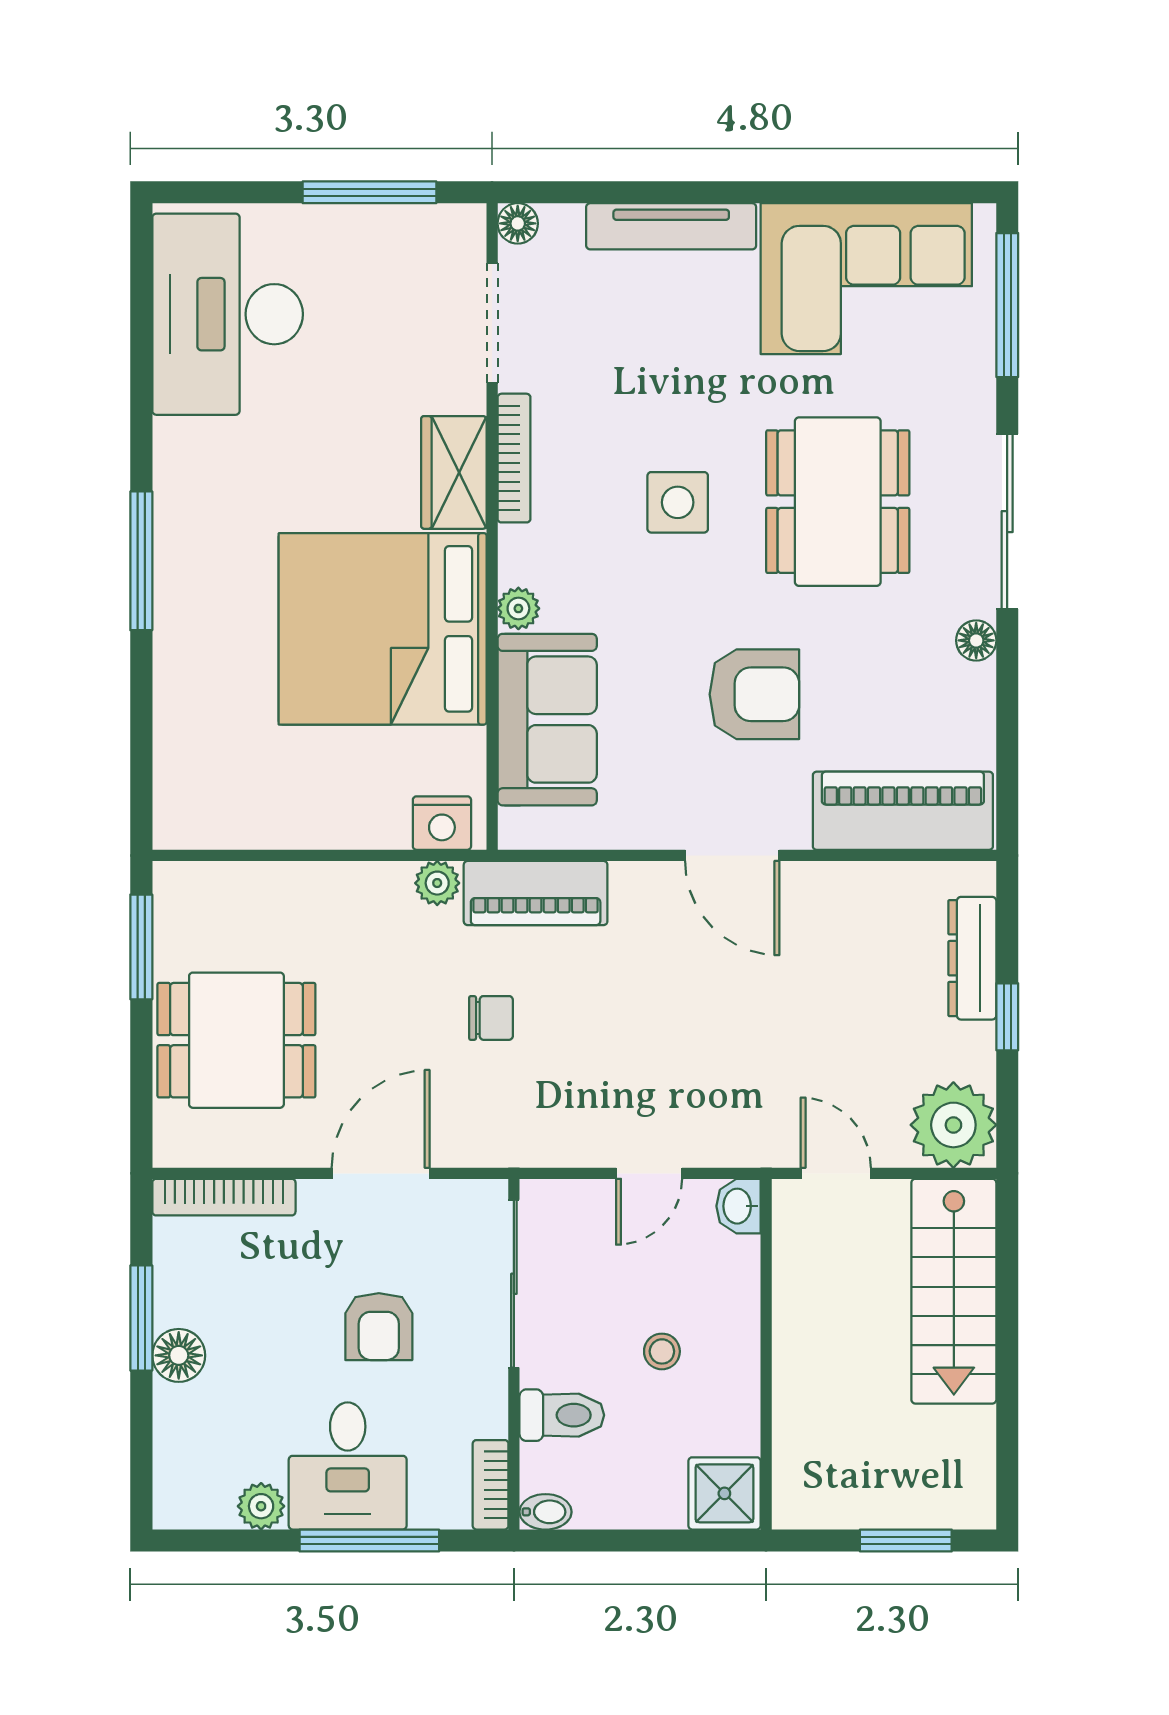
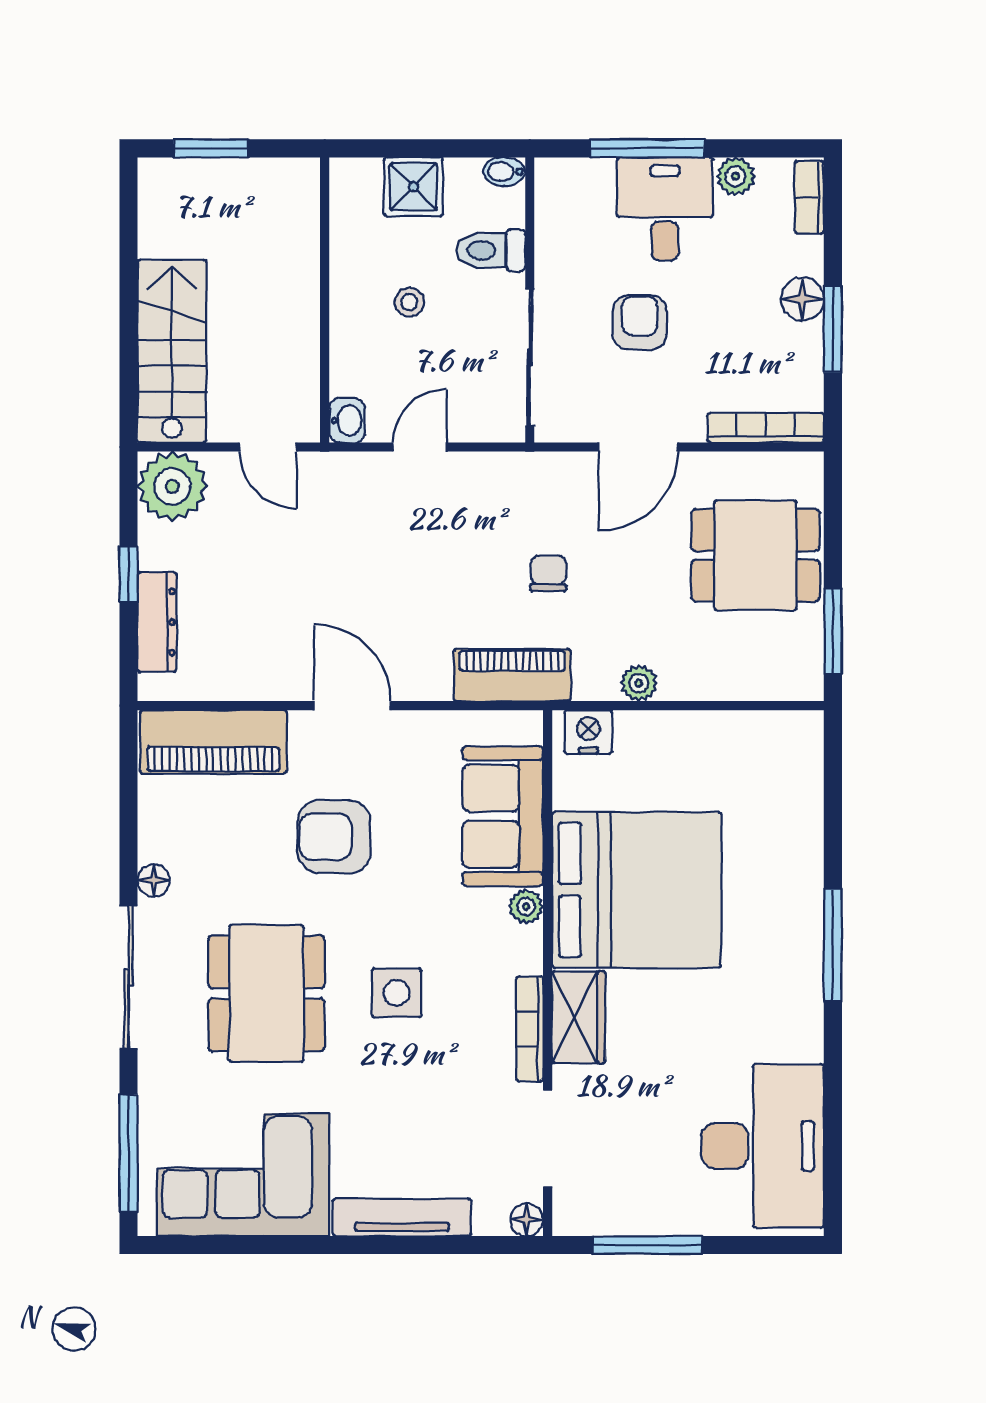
plant: (437, 883) -> (639, 683), moved
chair: (491, 1018) -> (548, 573), turned 90
bookcase: (491, 1485) -> (809, 197), moved, turned 180
shower: (724, 1493) -> (413, 187), moved

